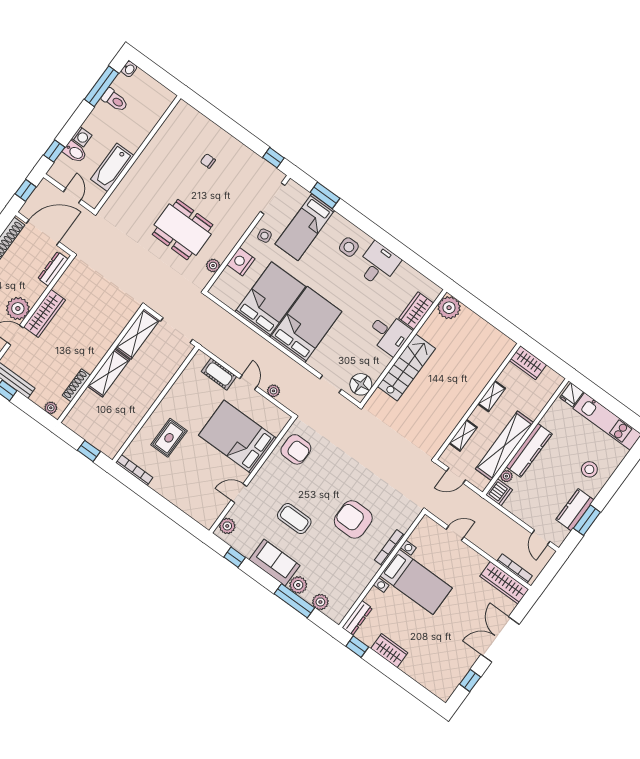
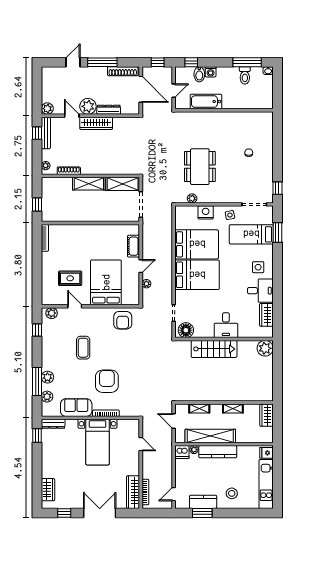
dresser: (53, 269) -> (109, 110), moved
wardrobe: (416, 311) -> (266, 315), moved, turned -90
rug: (169, 438) -> (70, 278), moved
sofa: (275, 563) -> (76, 408), moved, turned -90
wardrobe: (389, 651) -> (48, 490), moved

